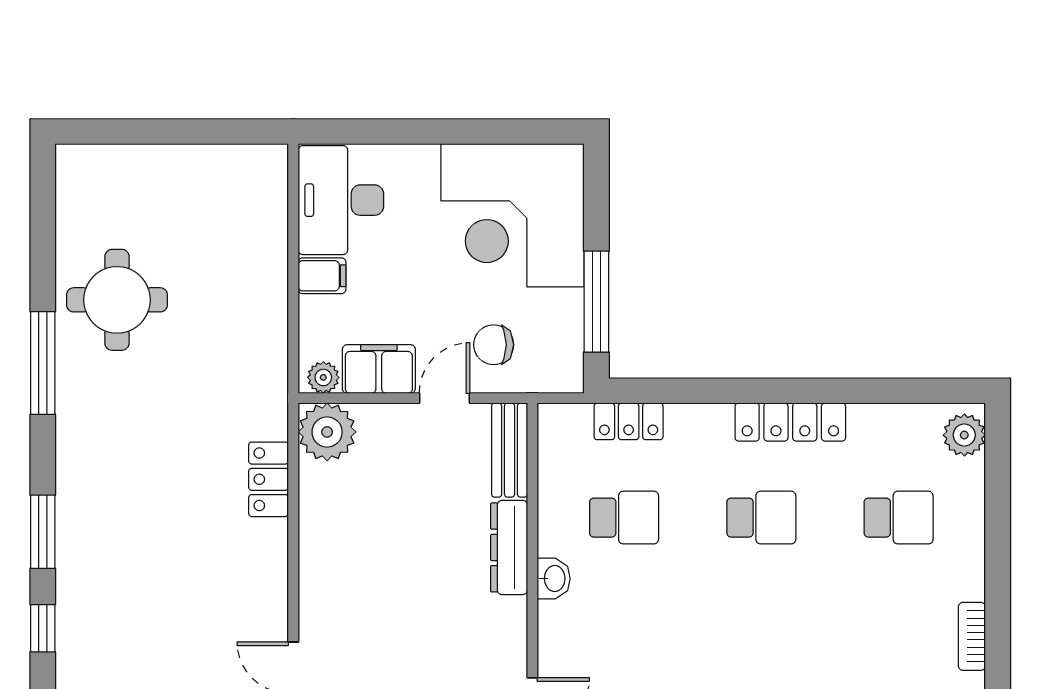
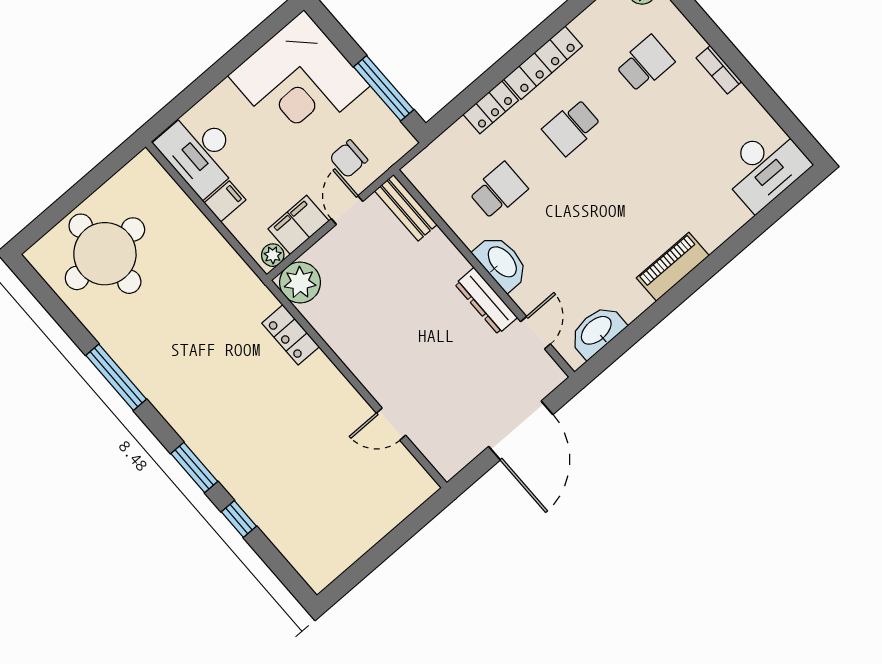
round table: (117, 300) -> (105, 254), moved, width x1.36, depth x1.36
locker: (629, 421) -> (491, 107), moved
school desk: (761, 518) -> (572, 127), turned 180
dresser: (509, 547) -> (486, 301), moved
washbasin: (554, 579) -> (502, 262), width x1.91, depth x1.45
bookcase: (972, 636) -> (719, 70), moved

